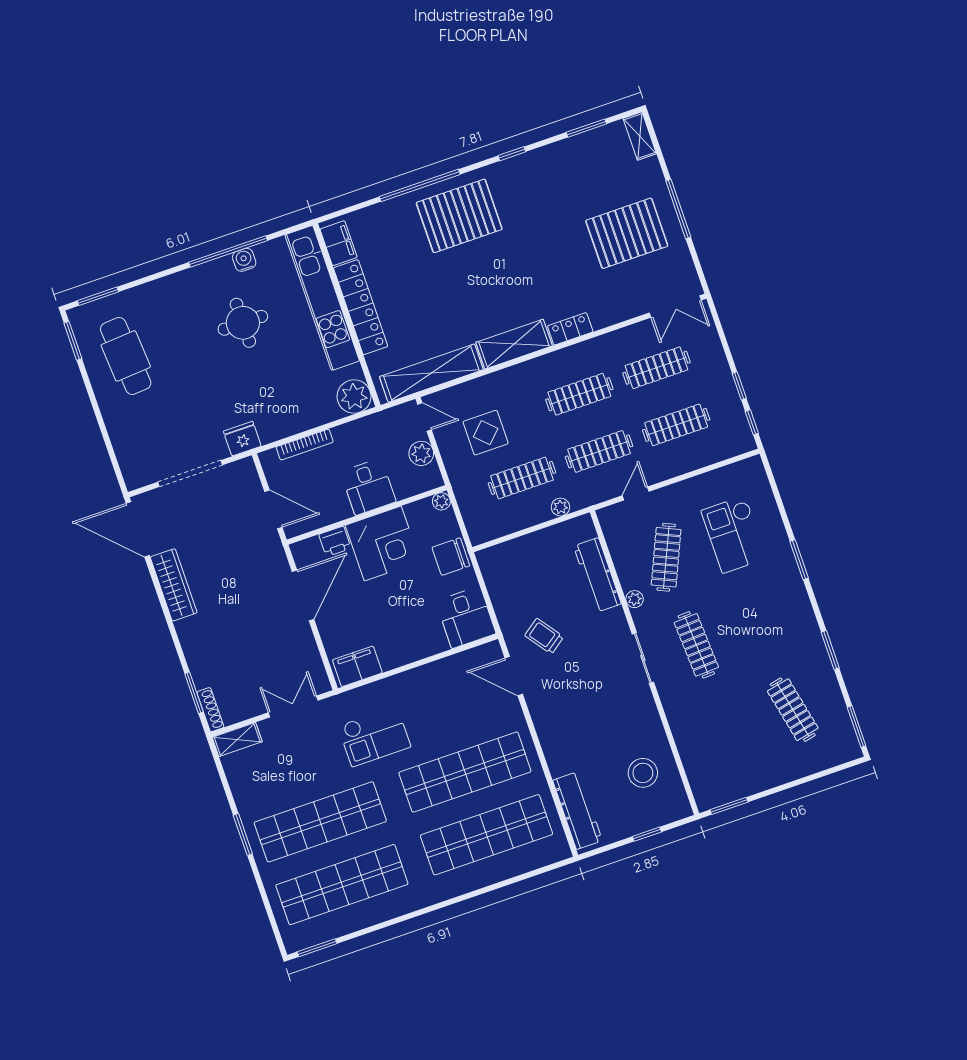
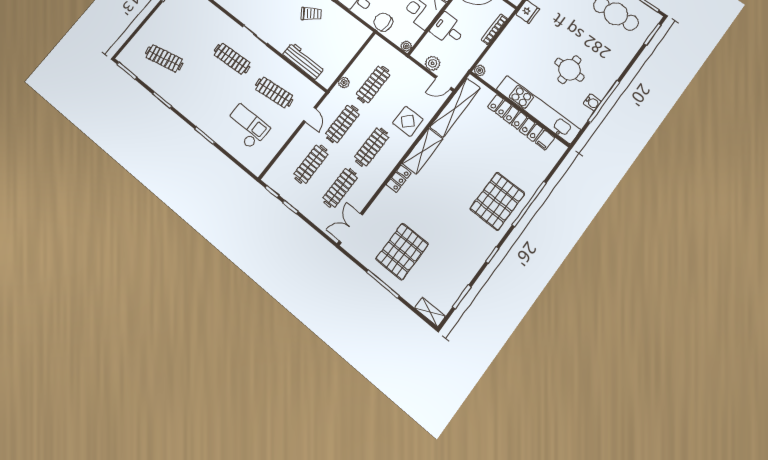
filing cabinet: (339, 243) -> (545, 140), width x0.50
plant: (354, 396) -> (480, 70), width x0.53, depth x0.53
display table: (486, 433) -> (408, 121), moved
chair: (451, 557) -> (383, 22), turned -90
clothes rail: (666, 557) -> (274, 92), turned -30
plant: (635, 599) -> (277, 61), removed

